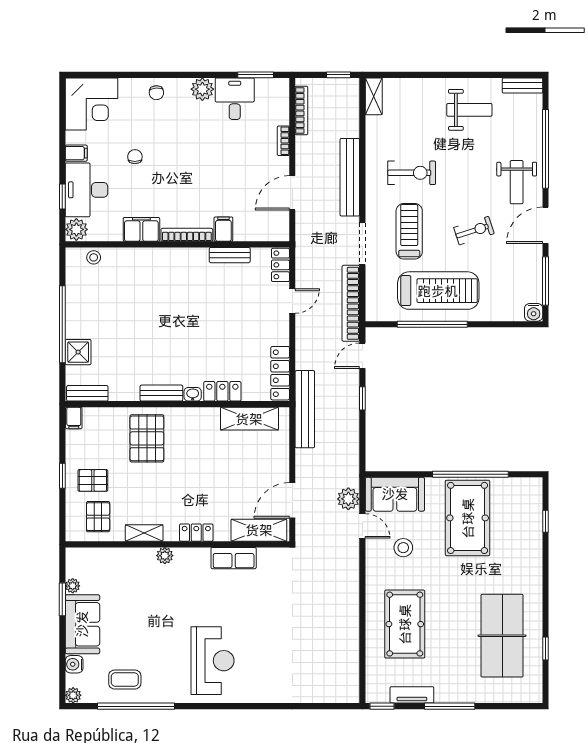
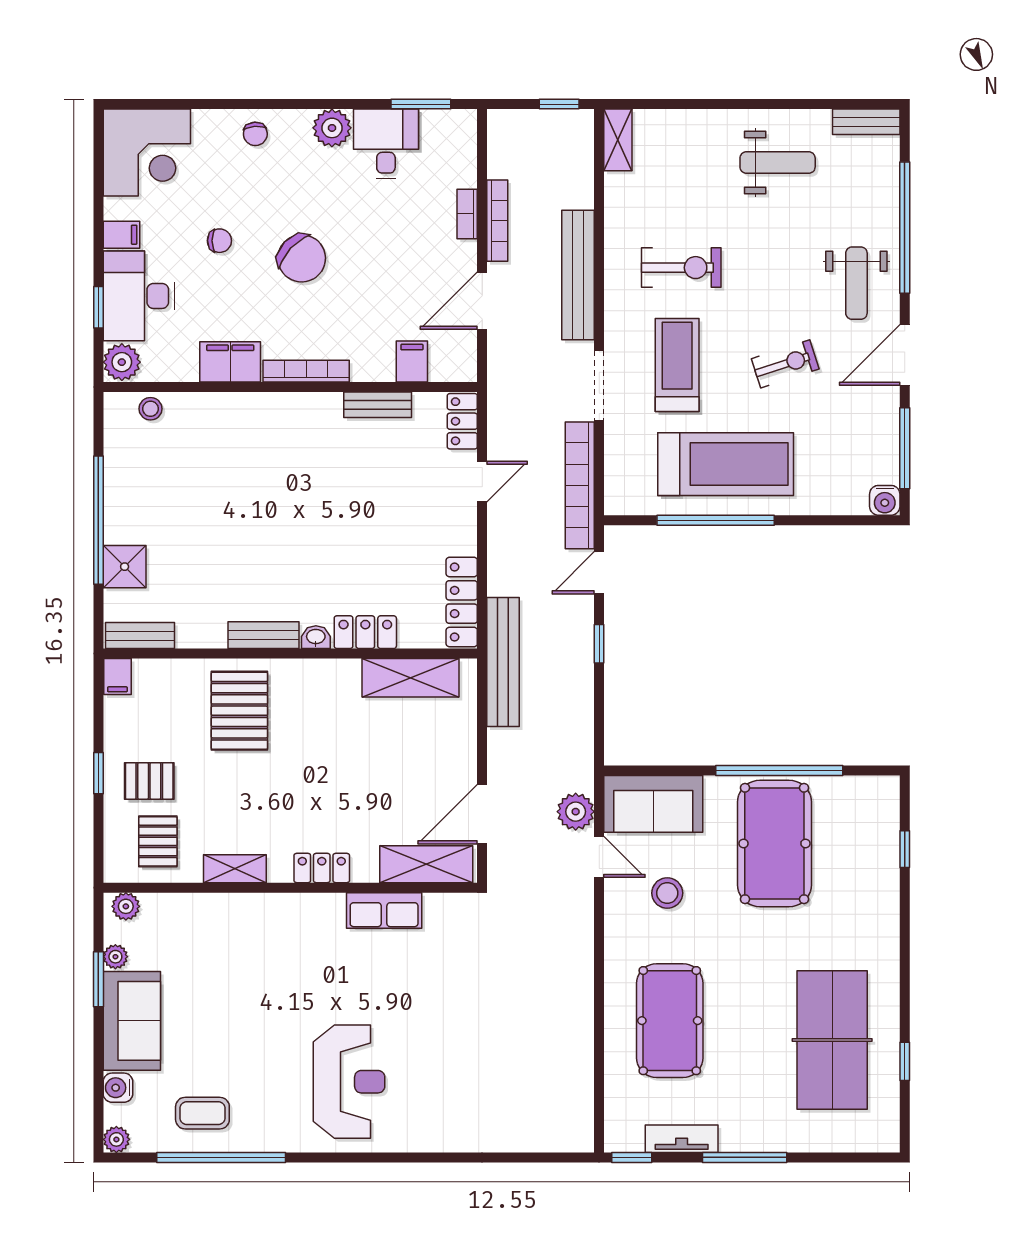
bookcase: (301, 111) -> (497, 221), moved
chair: (135, 157) -> (219, 241), turned 90
chair: (184, 167) -> (302, 258), added
filing cabinet: (223, 229) -> (412, 361), moved
plant: (165, 556) -> (126, 906), moved

